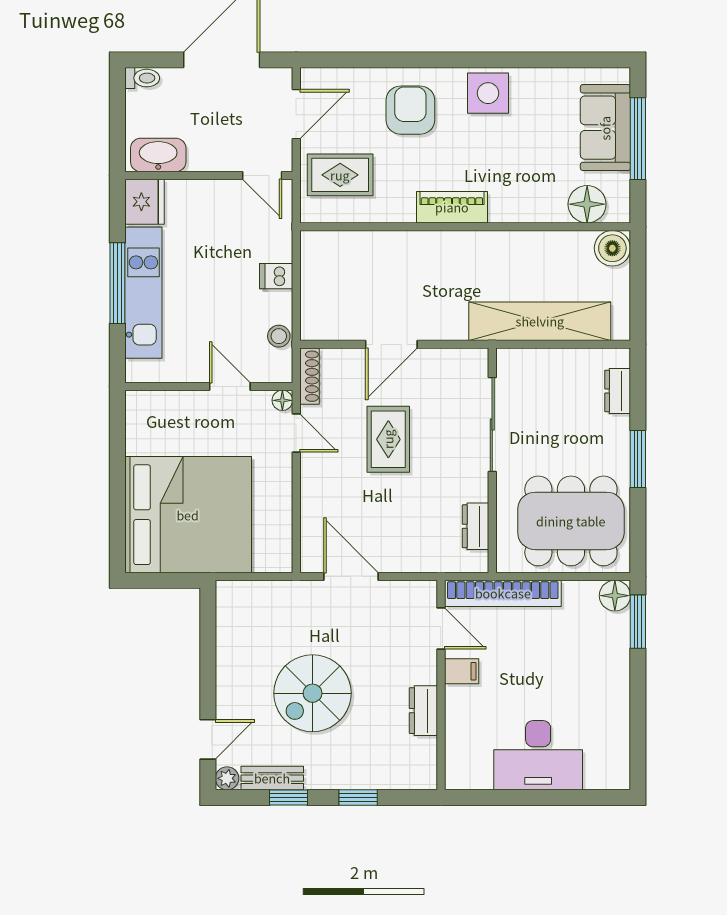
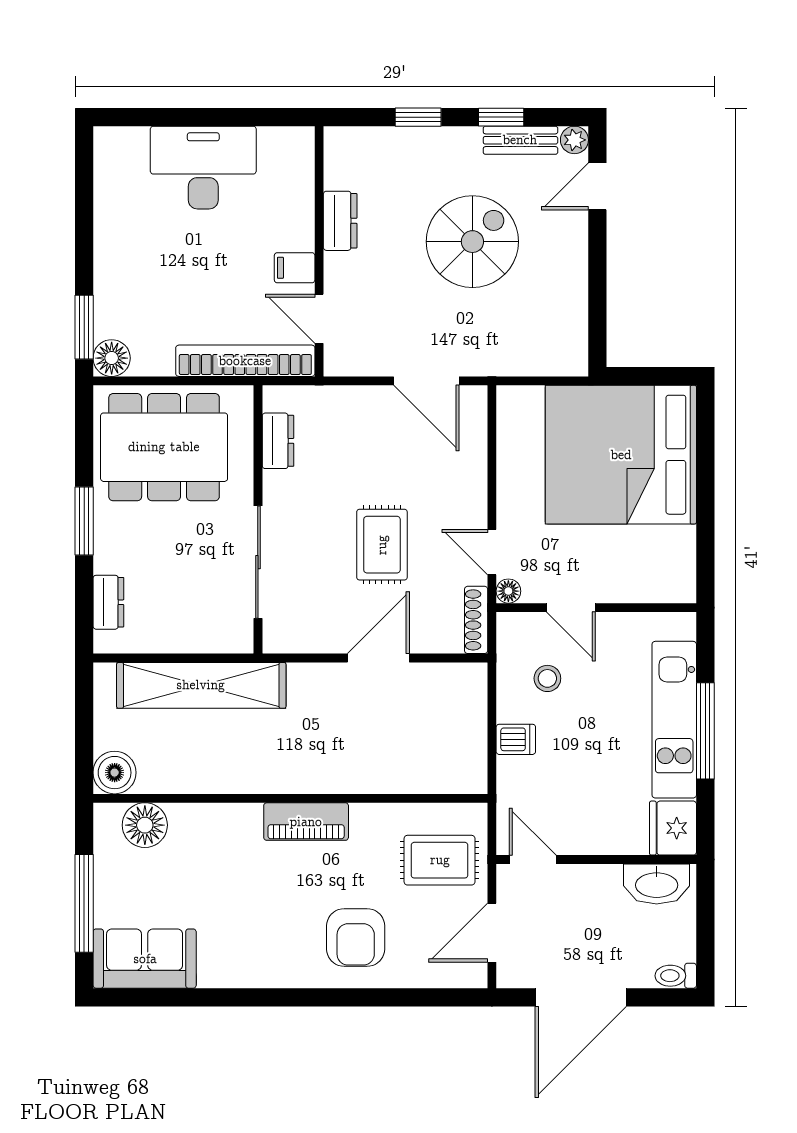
side table: (488, 93) -> (263, 958), removed
sofa: (605, 128) -> (145, 959), moved, turned -90
stool: (279, 336) -> (547, 678), moved

